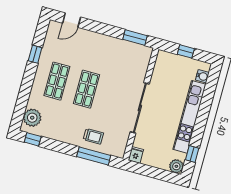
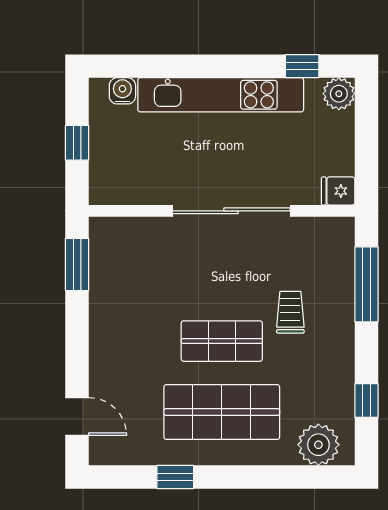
shop shelf: (57, 81) -> (222, 412), width x1.43, depth x1.36
trolley: (93, 136) -> (290, 312), moved
window: (33, 139) -> (366, 400), moved

